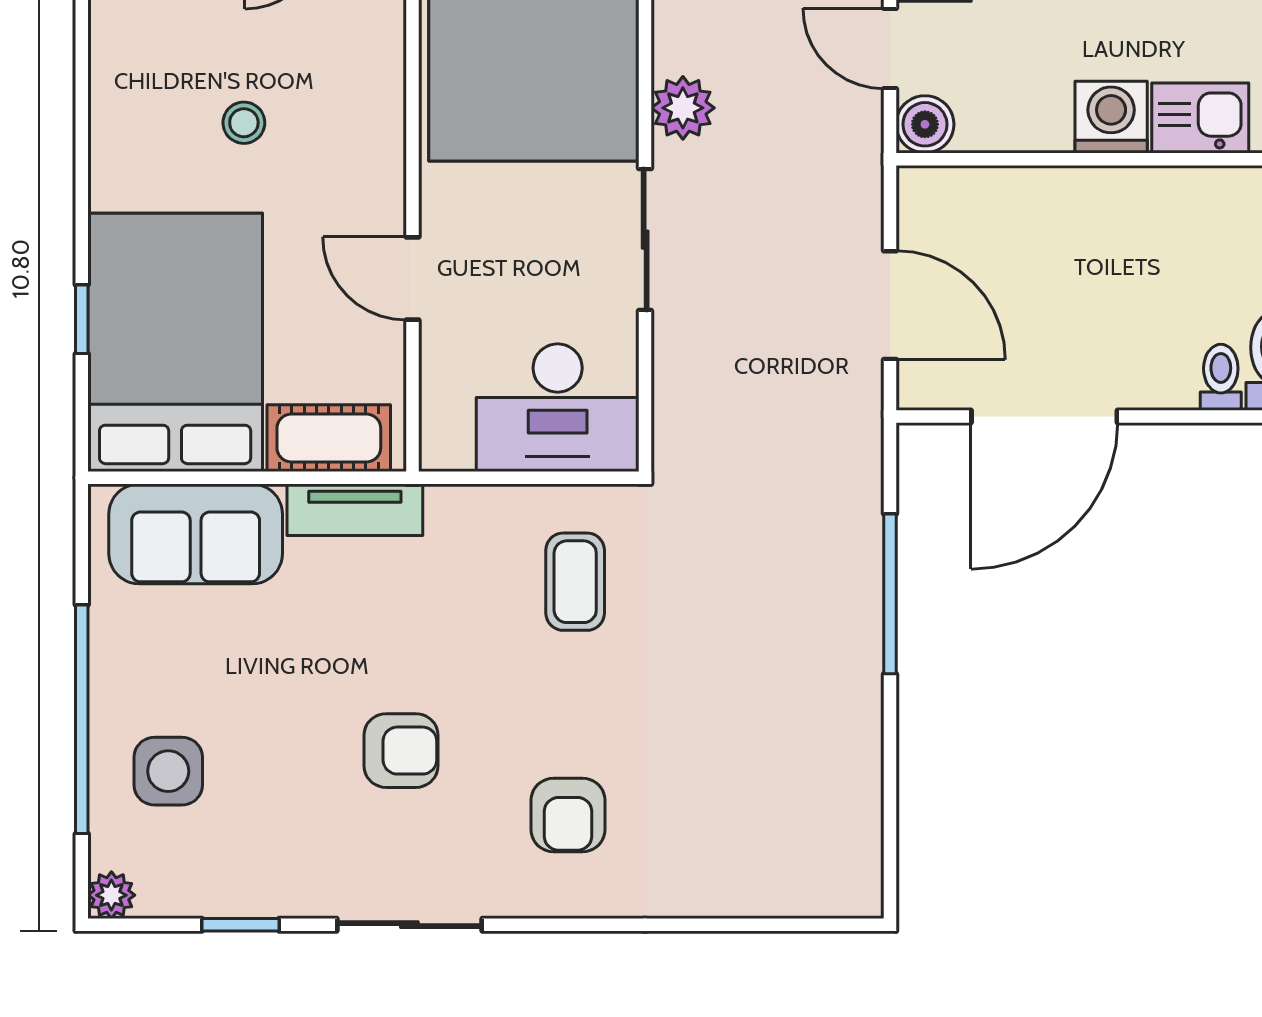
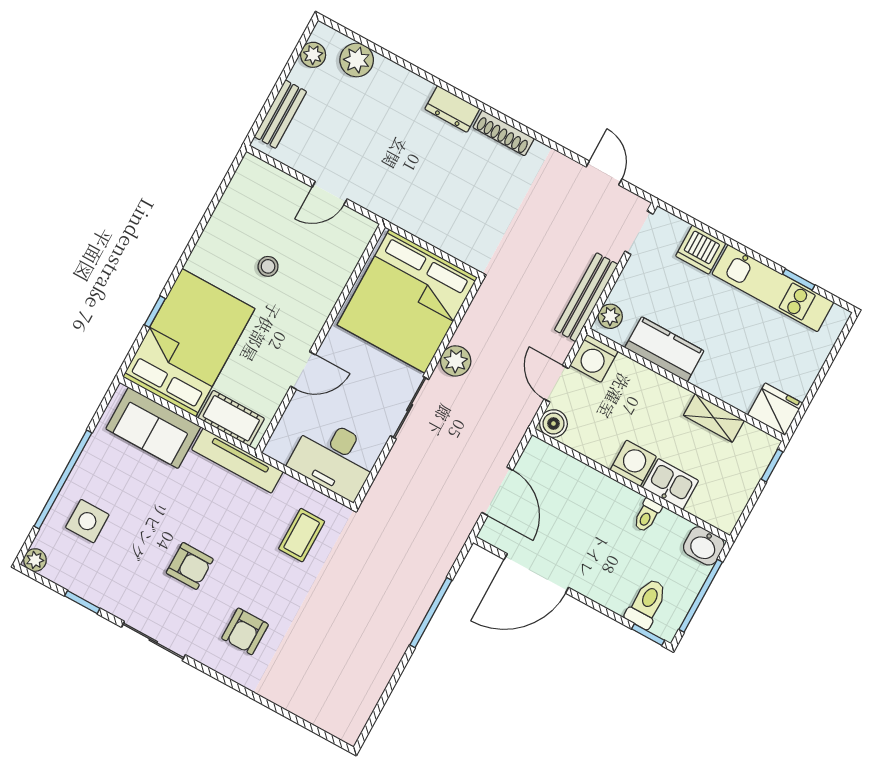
door: (412, 279) -> (303, 370), swing flipped
toilet: (1221, 377) -> (647, 515), moved, turned 180
tv unit: (355, 510) -> (237, 461), width x1.41

